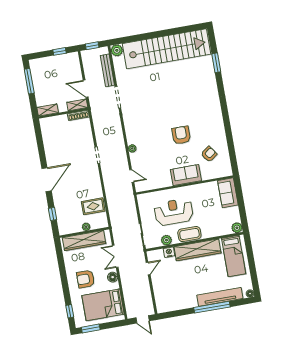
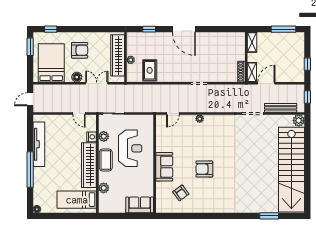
armchair: (181, 135) -> (204, 169), turned 180
plant: (237, 228) -> (104, 188), moved
armchair: (86, 279) -> (80, 50), turned 90
tv unit: (220, 297) -> (39, 144), moved

